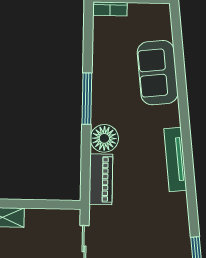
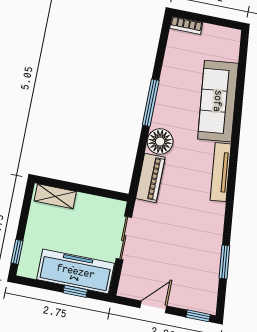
sofa: (158, 73) -> (218, 101), width x1.36

